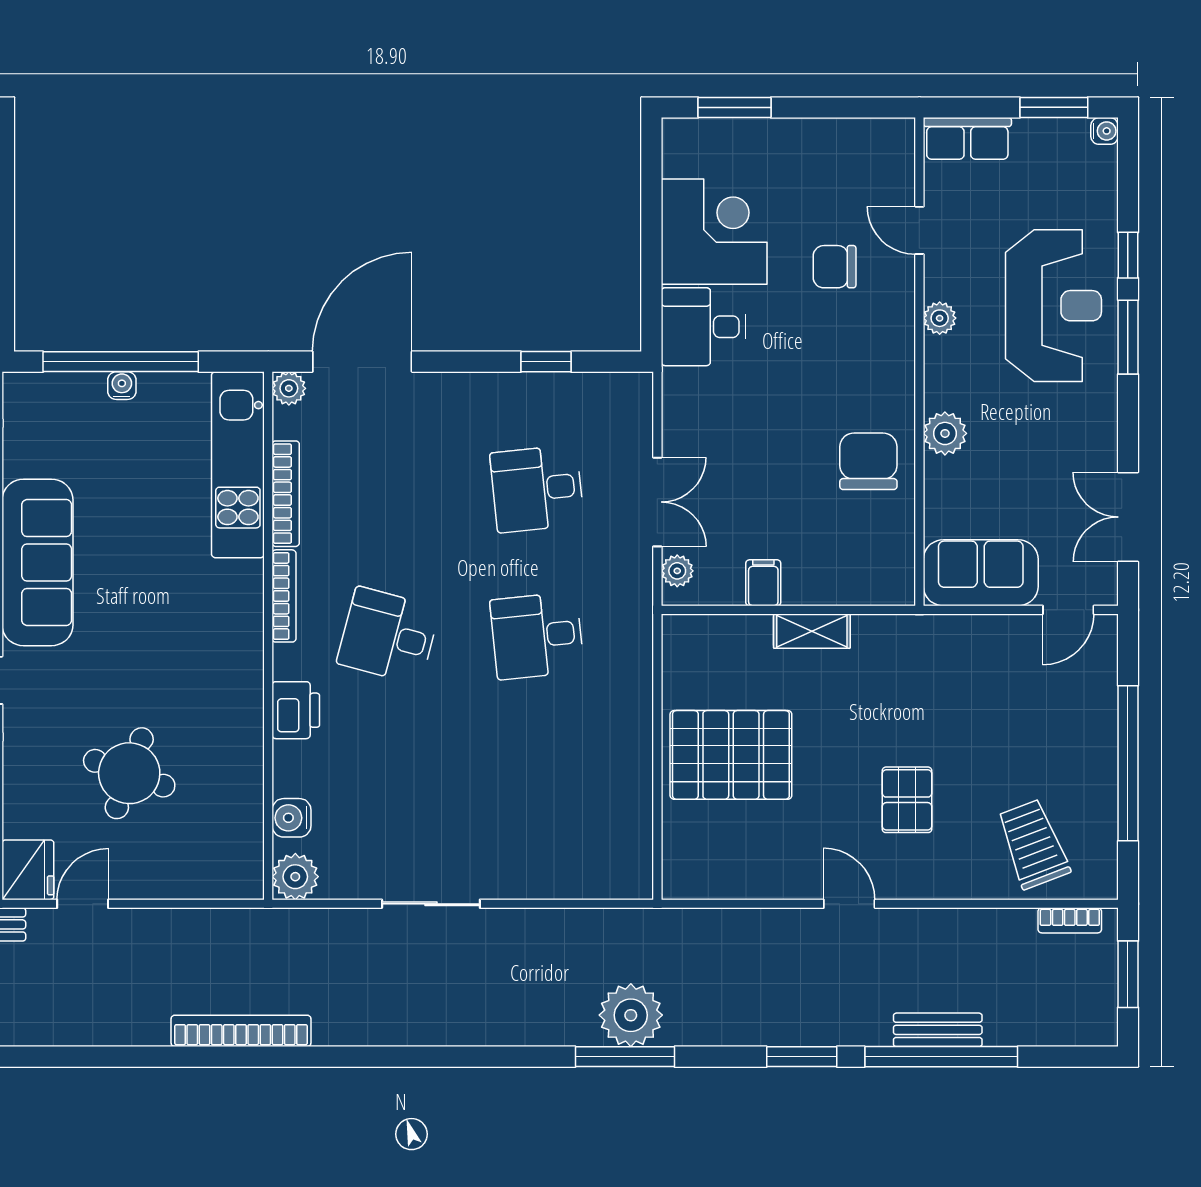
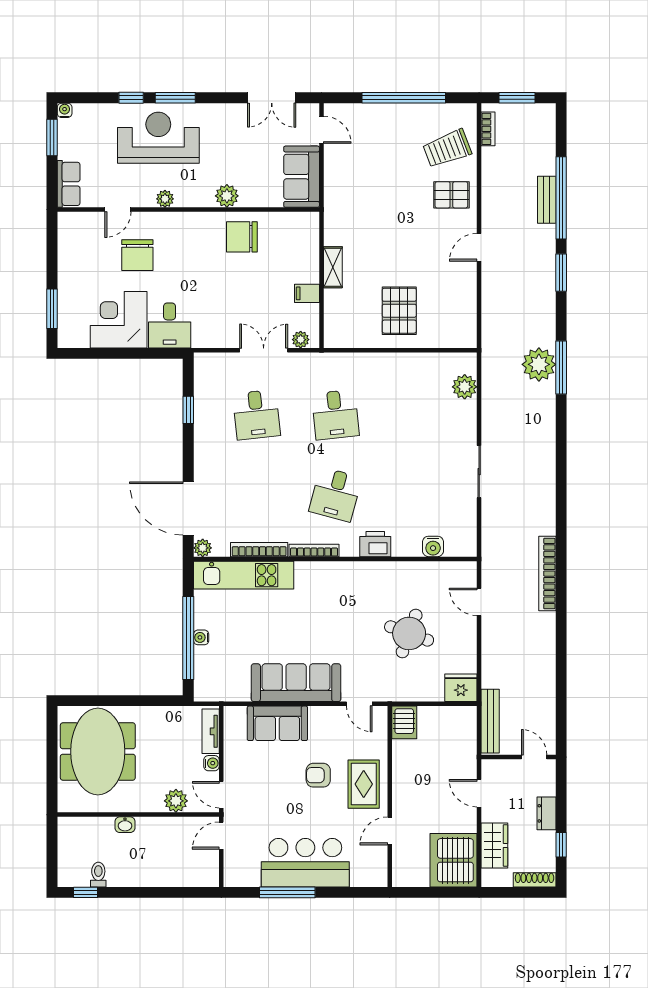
chair: (835, 267) -> (137, 255), width x1.37, depth x1.37
pallet: (731, 755) -> (399, 311), width x0.73, depth x0.71
pallet: (907, 800) -> (451, 195), moved
plant: (295, 877) -> (465, 387), moved
door: (83, 904) -> (479, 602), moved

